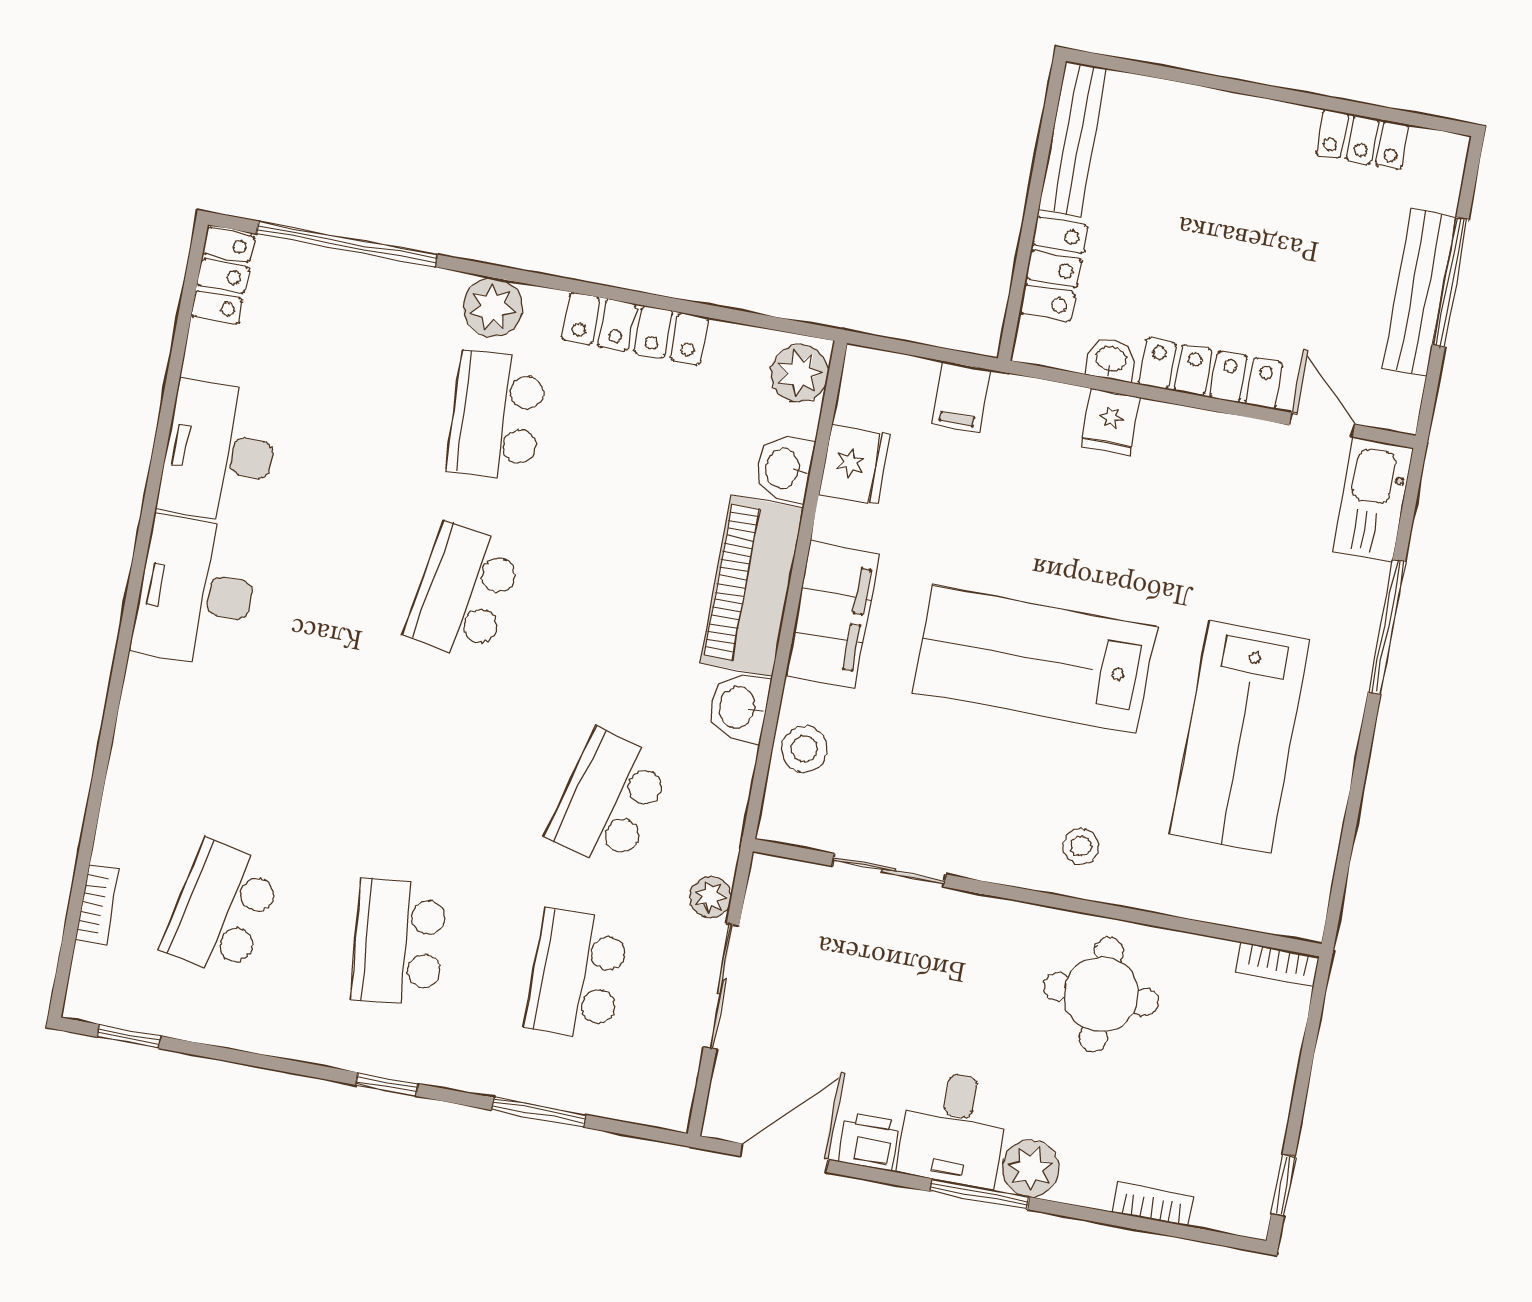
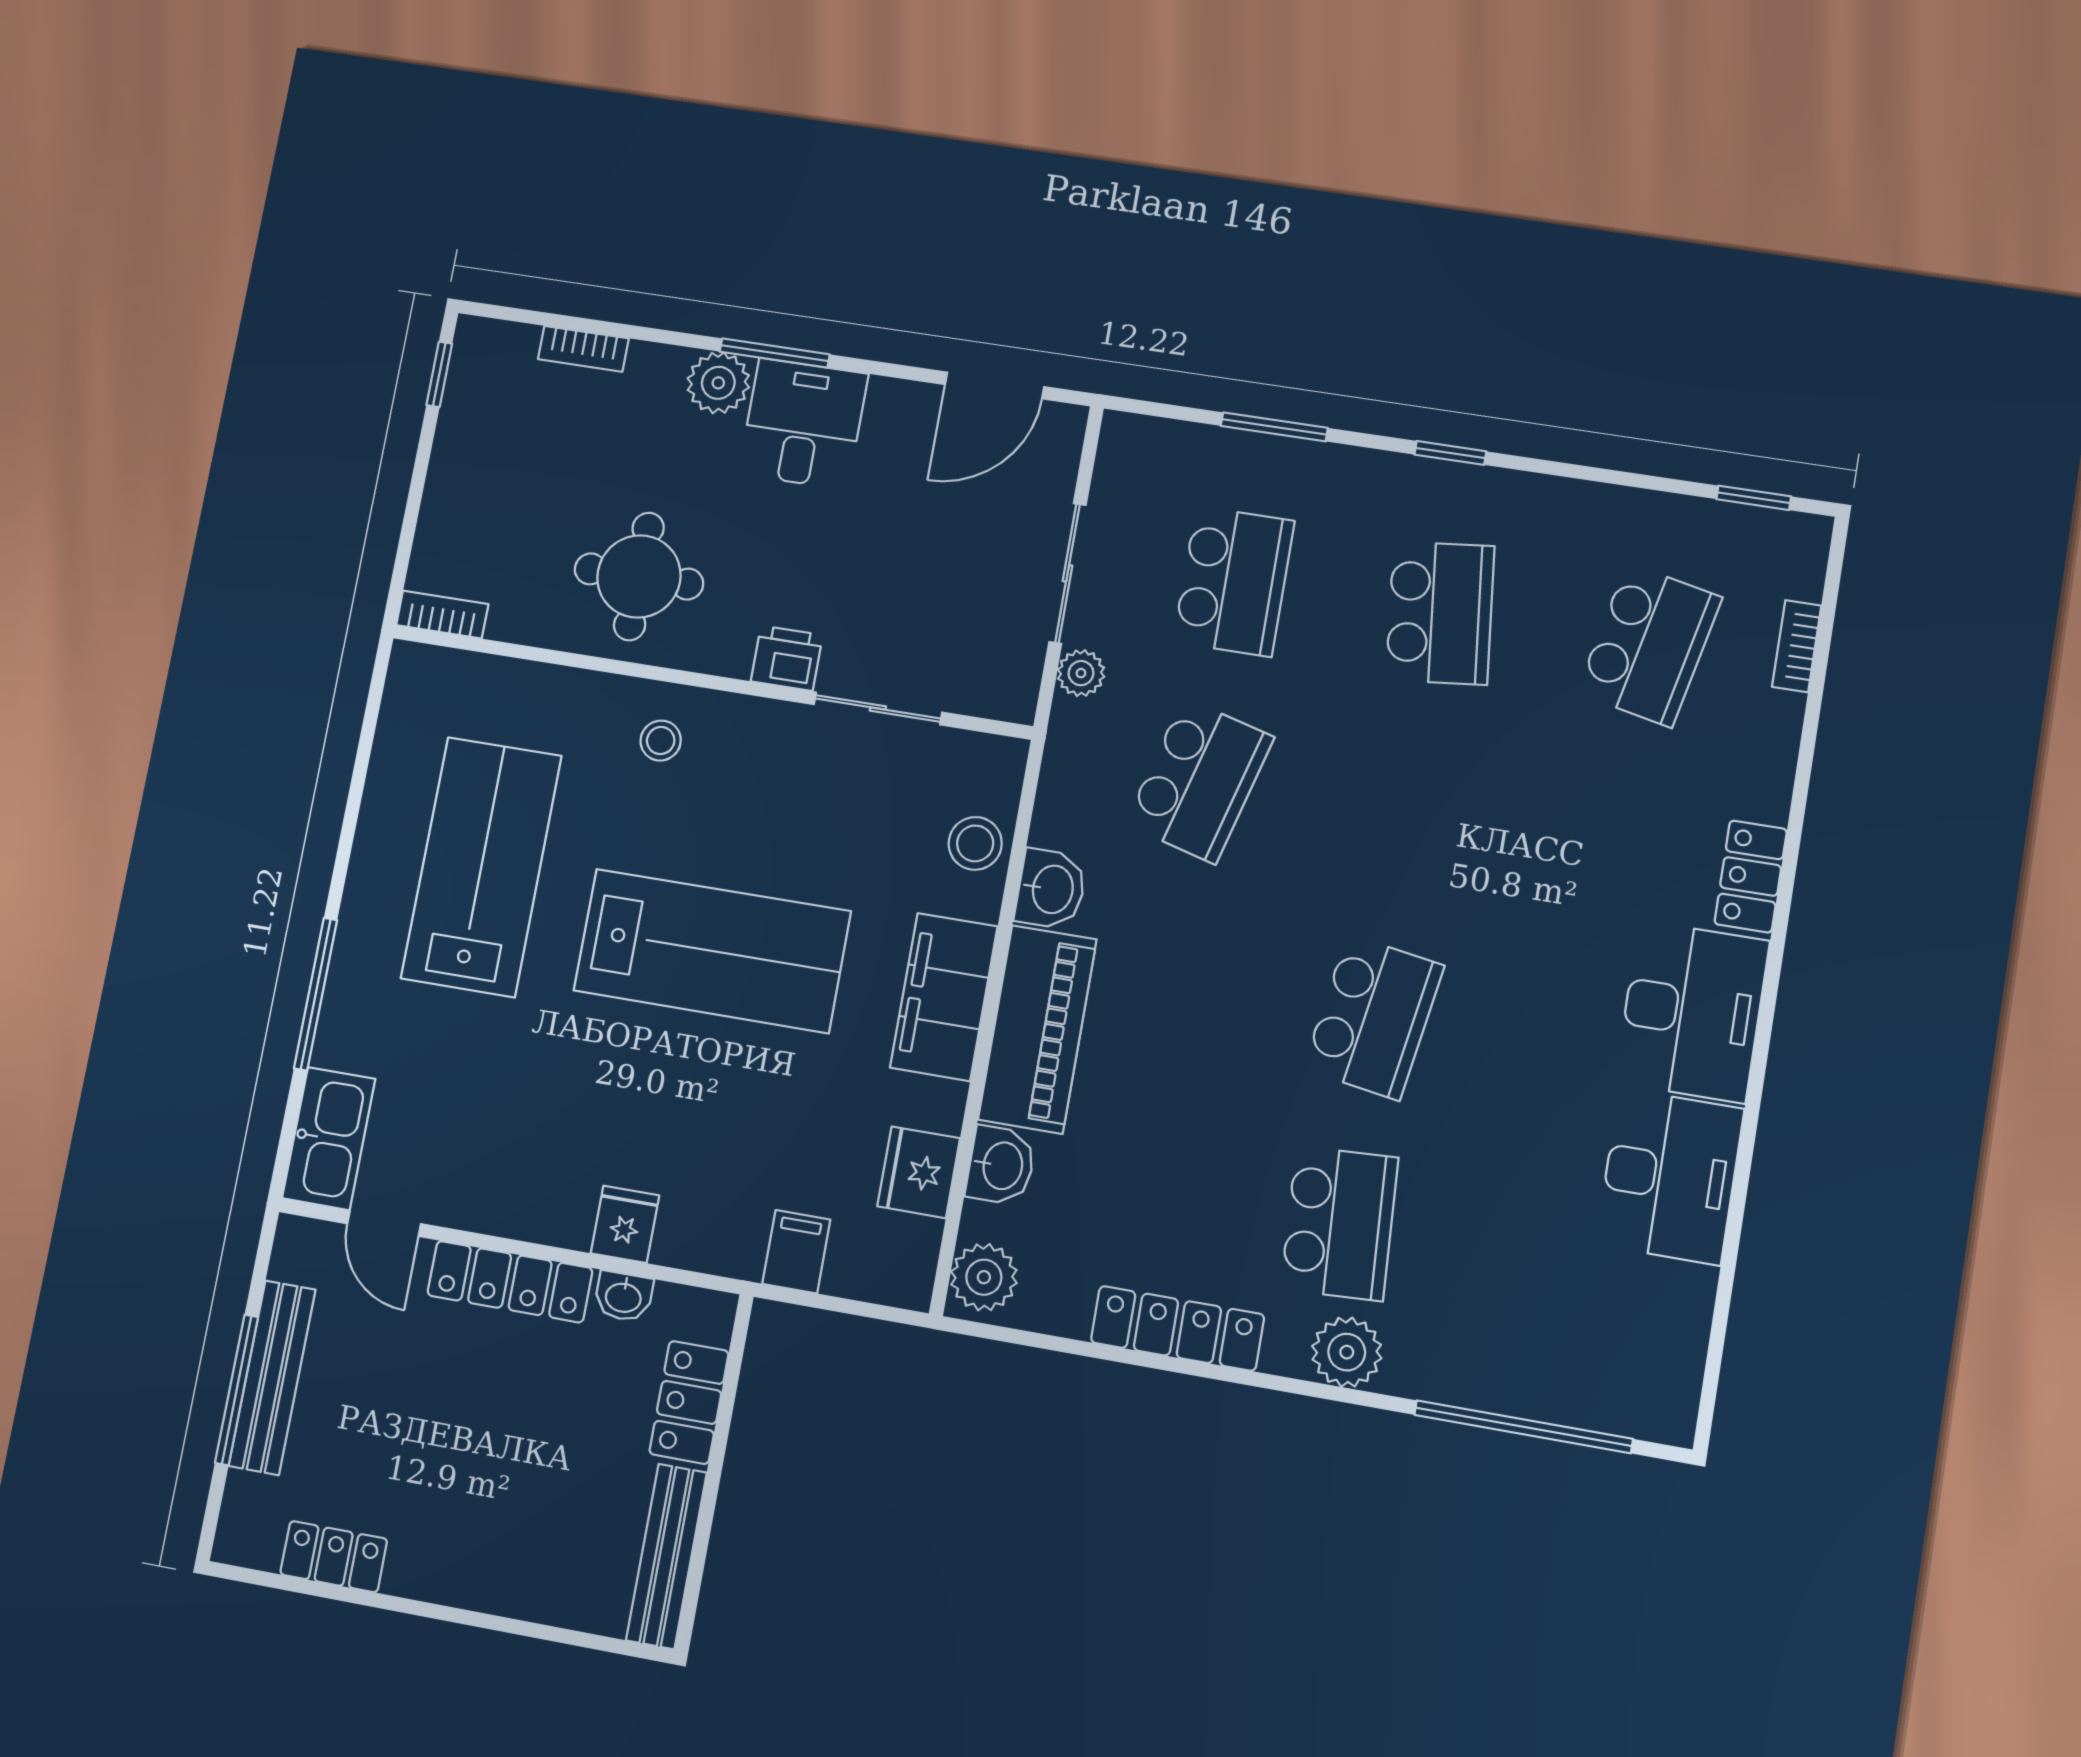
locker: (223, 276) -> (1751, 877), moved
printer: (869, 1142) -> (787, 658), moved, turned 180

